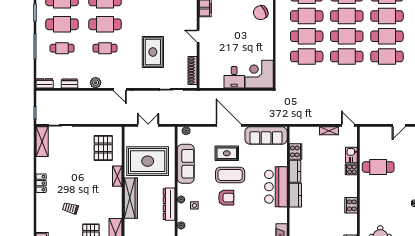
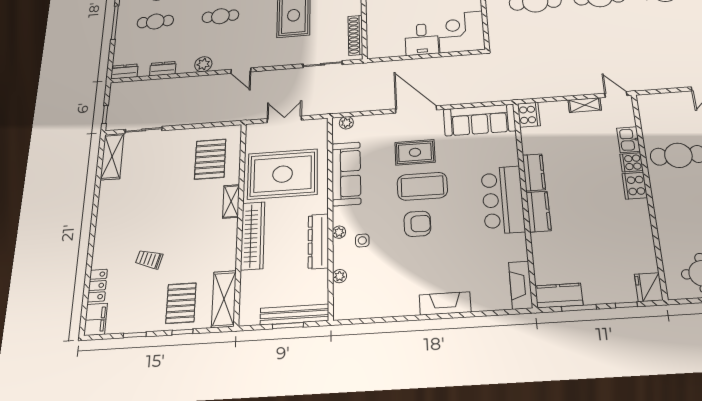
cooker: (295, 151) -> (529, 115), moved
locker: (41, 183) -> (97, 286), moved
cooker: (351, 205) -> (635, 186), moved

